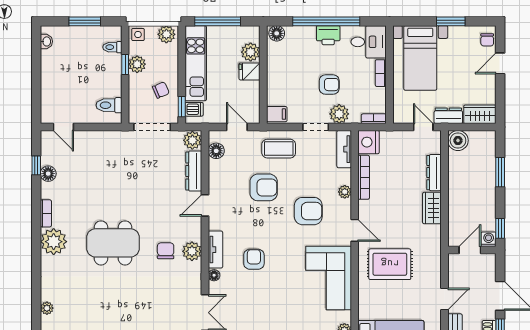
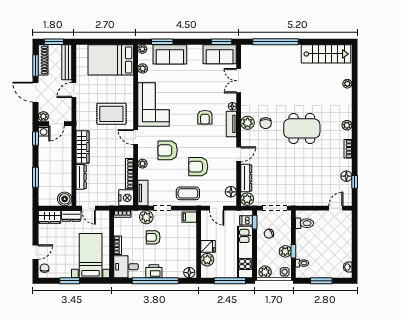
door: (63, 127) -> (336, 208), hinge flipped
wardrobe: (432, 208) -> (83, 147), width x1.50
plant: (54, 242) -> (347, 125), width x0.53, depth x0.53
plant: (489, 260) -> (43, 116), added

